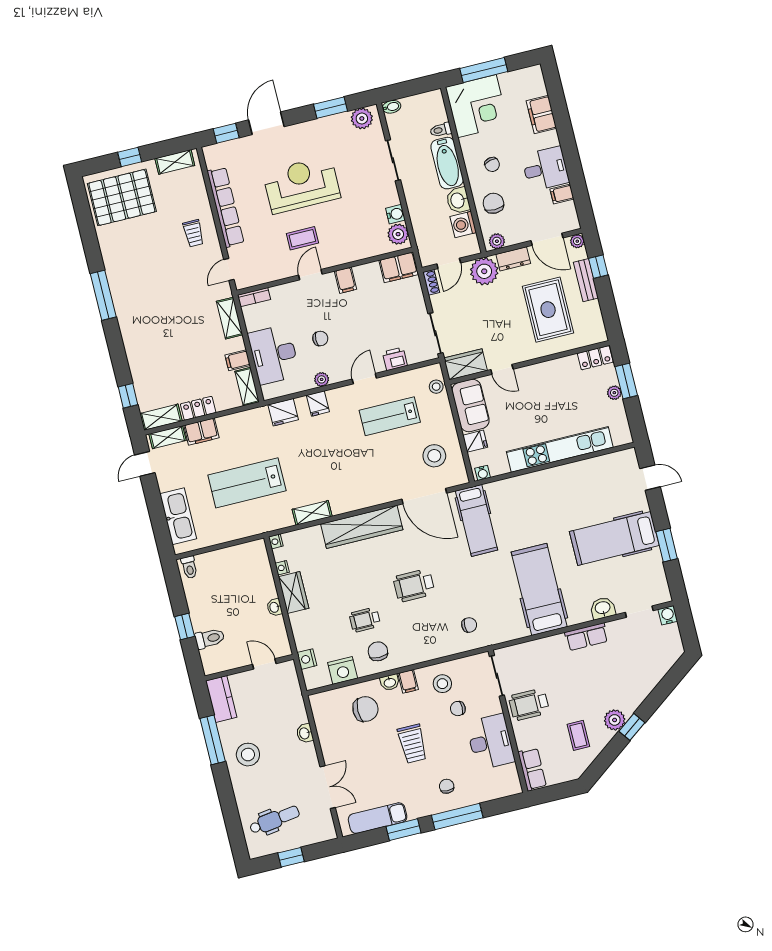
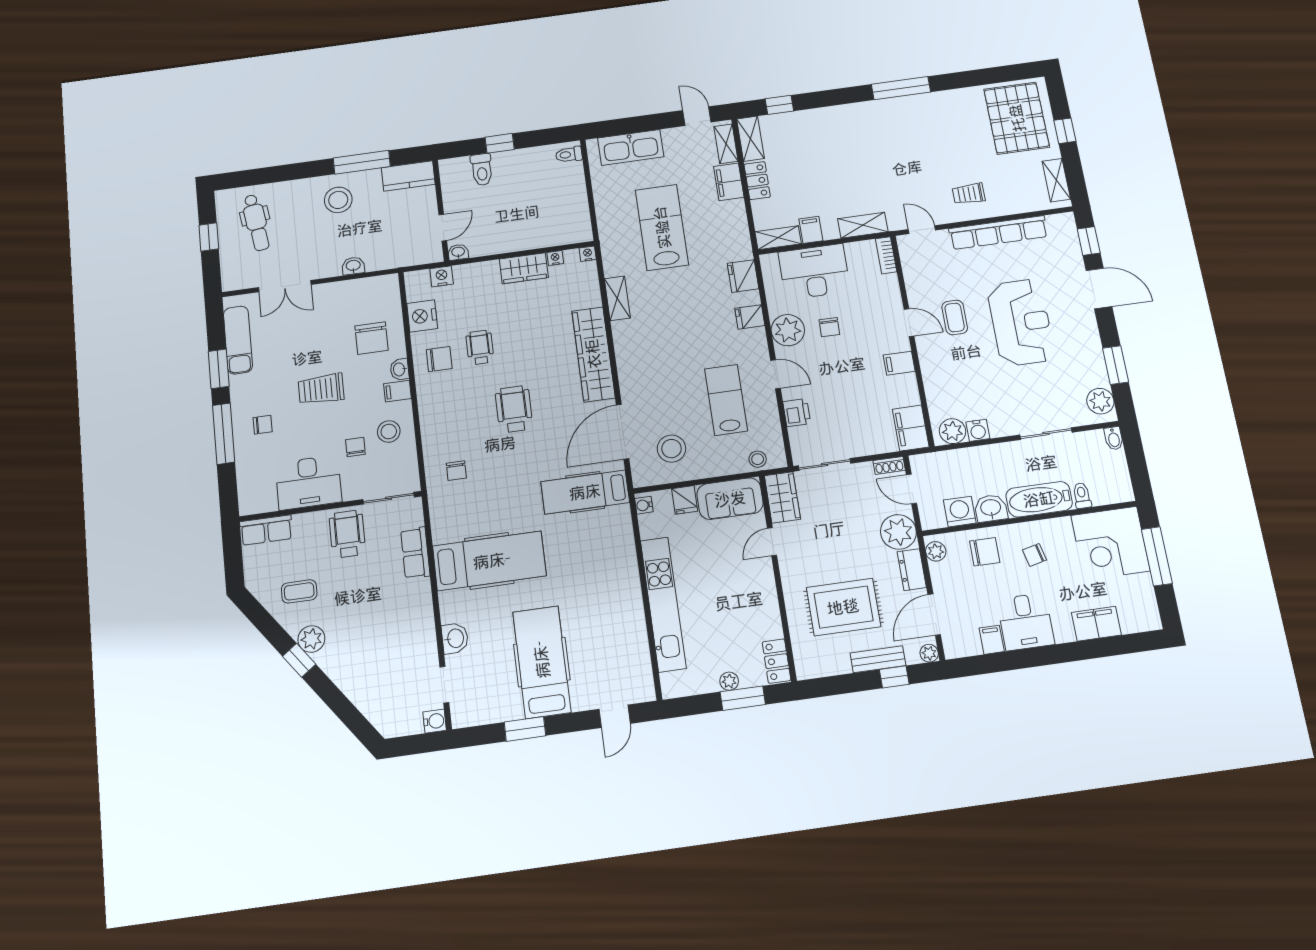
plant: (322, 379) -> (788, 330), width x1.87, depth x1.87
washbasin: (274, 607) -> (458, 252), moved
row of seats: (586, 637) -> (415, 553), moved

